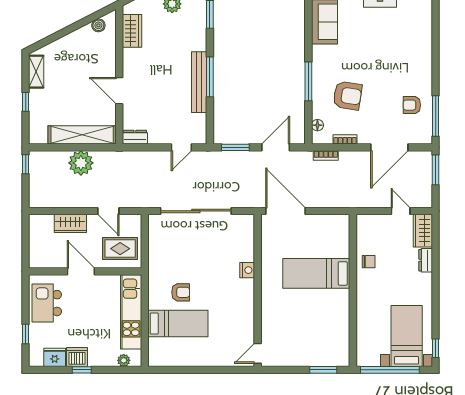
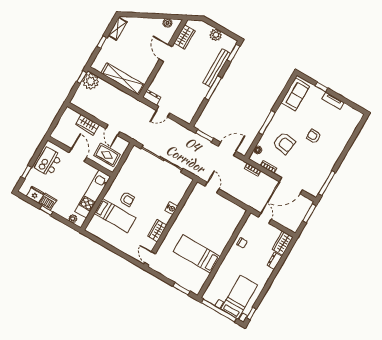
bench: (199, 82) -> (217, 68), moved
door: (119, 91) -> (166, 53), moved
armchair: (412, 105) -> (314, 136), moved
door: (181, 147) -> (163, 112), moved
plant: (81, 163) -> (91, 81), moved
door: (286, 211) -> (212, 188), width x0.53
door: (401, 211) -> (265, 218), moved
bed: (316, 273) -> (197, 254), moved
wardrobe: (246, 311) -> (157, 231), added
door: (258, 353) -> (150, 258), hinge flipped

